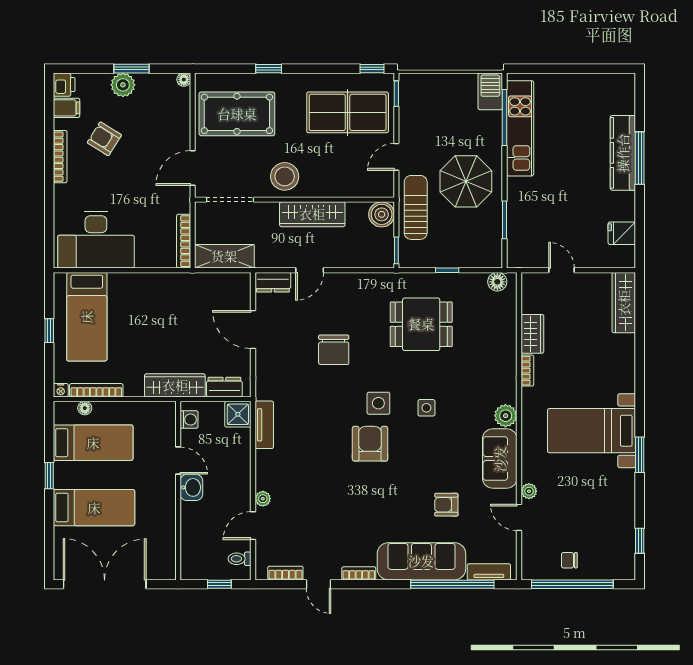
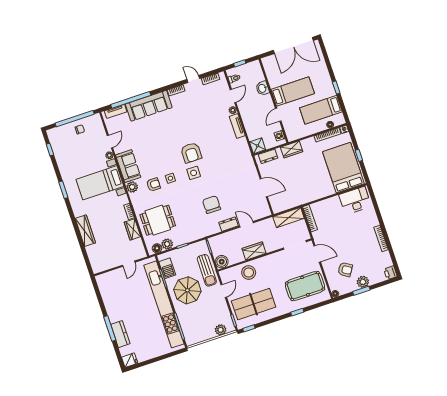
plant: (427, 84) -> (221, 330), added
barbecue: (490, 91) -> (167, 268), moved
filing cabinet: (66, 108) -> (386, 262), removed
kitchen unit: (520, 128) -> (164, 304), width x1.86
armchair: (104, 139) -> (345, 270), moved
kitchen counter: (623, 153) -> (120, 334), width x0.67
door: (193, 168) -> (317, 254), hinge flipped
stool: (285, 176) -> (249, 272), moved
wardrobe: (312, 214) -> (254, 251), width x0.67
fridge: (622, 233) -> (130, 360), moved
desk: (96, 240) -> (355, 201), width x0.73, depth x0.77
door: (310, 270) -> (247, 224), hinge flipped
door: (562, 270) -> (129, 264), hinge flipped
dresser: (273, 282) -> (228, 224), moved
plant: (475, 284) -> (167, 244), added
wardrobe: (624, 303) -> (85, 231), moved
bed: (87, 317) -> (343, 168), width x1.50
dining table: (421, 324) -> (158, 220), moved
chair: (334, 350) -> (212, 205), moved
wardrobe: (175, 385) -> (292, 149), width x0.67
tv unit: (264, 425) -> (237, 126), moved
bed with nightstands: (592, 431) -> (100, 183), moved, turned 180
door: (178, 461) -> (278, 115), hinge flipped
washbasin: (191, 487) -> (263, 88), moved
armchair: (446, 505) -> (153, 185), moved
bed: (94, 508) -> (293, 92), moved, turned 180
door: (519, 517) -> (110, 142), hinge flipped

